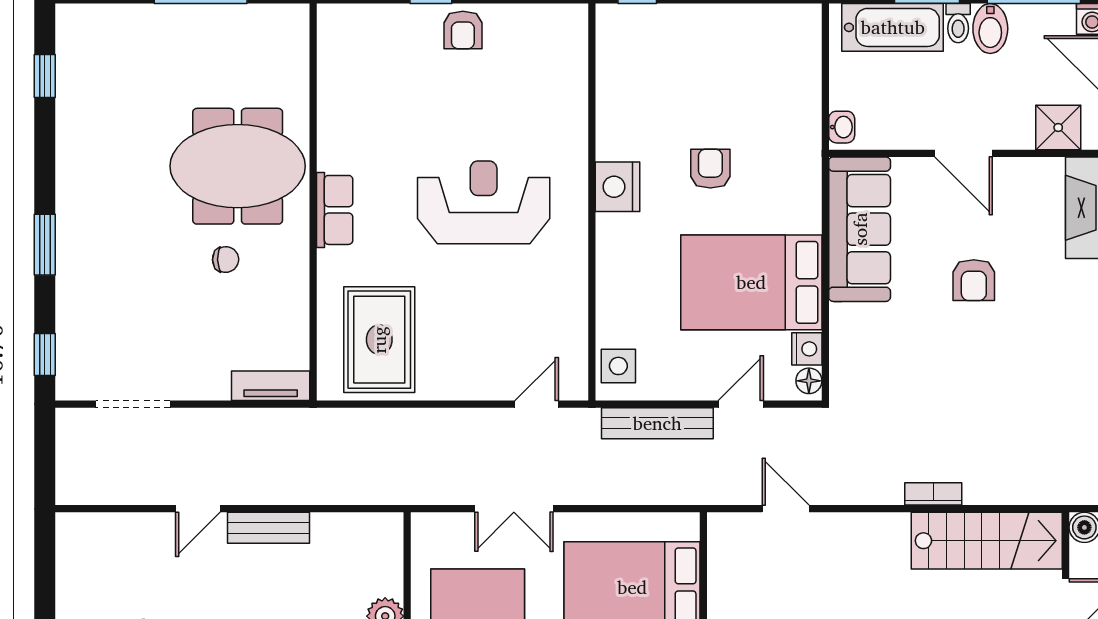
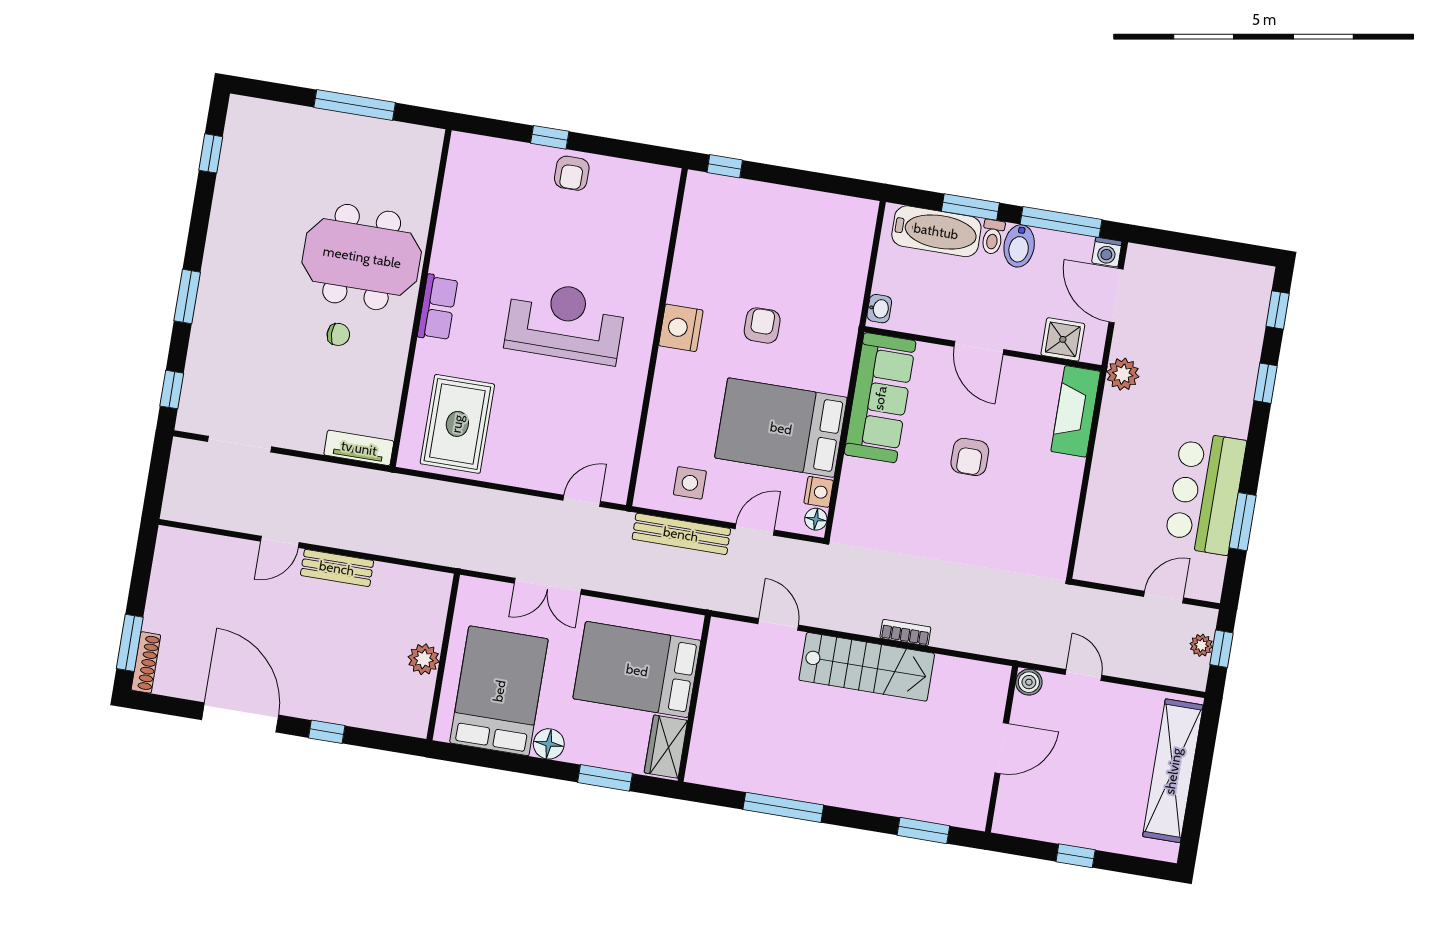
side table: (618, 366) -> (690, 483), moved
stairs: (987, 541) -> (867, 667), moved

